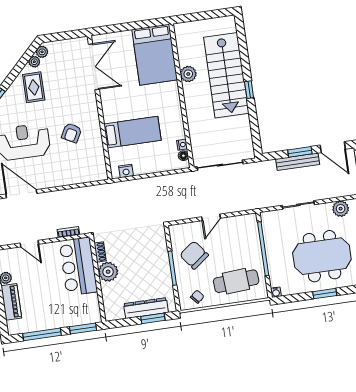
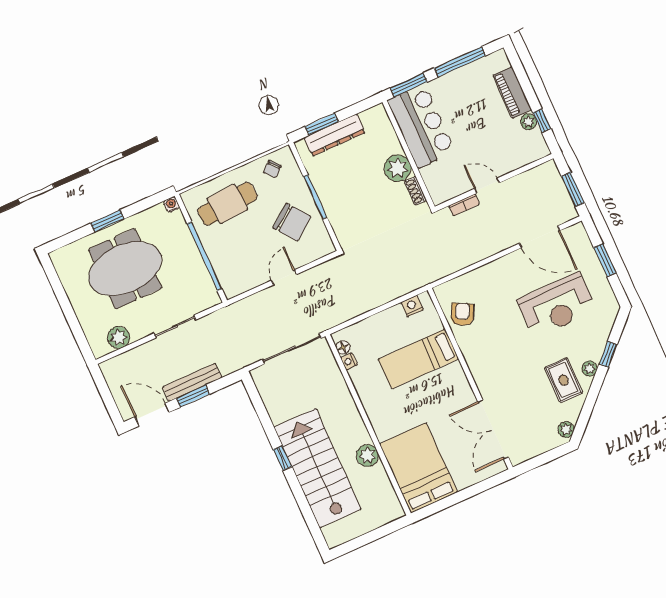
plant: (34, 62) -> (589, 369), moved
armchair: (72, 133) -> (462, 314), moved
door: (29, 244) -> (487, 186), moved
bar counter: (78, 266) -> (421, 126), moved

